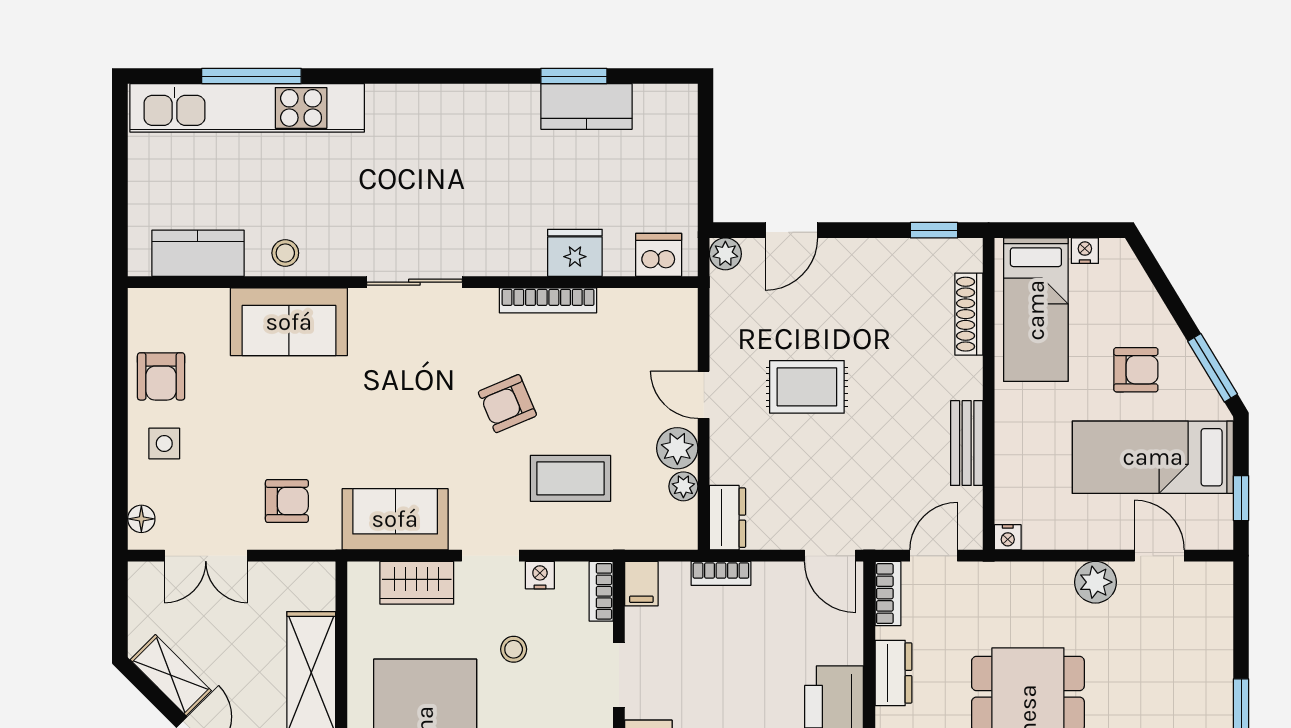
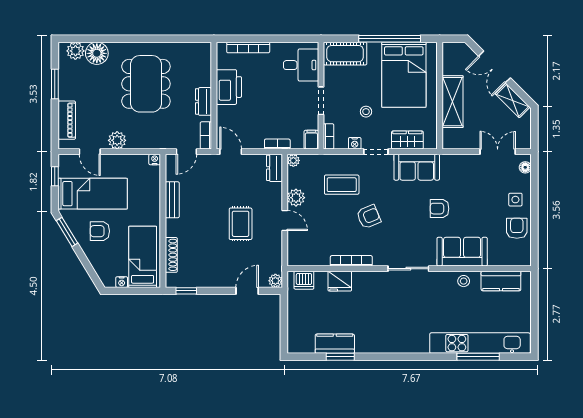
rug: (807, 387) -> (241, 224), turned 90
plant: (683, 486) -> (293, 160), moved
armchair: (287, 501) -> (440, 209), moved
piano: (1213, 629) -> (67, 120), added

